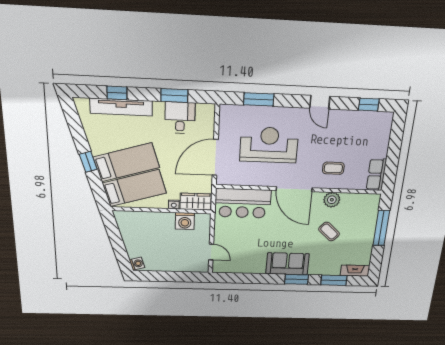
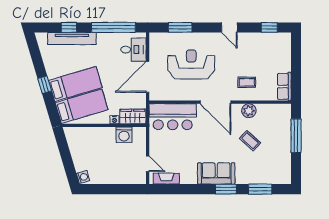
window: (174, 96) -> (113, 27), width x2.11
desk: (180, 118) -> (134, 50), moved, turned 90
fireplace: (355, 271) -> (166, 179), moved

